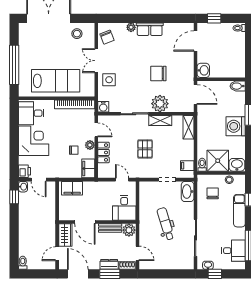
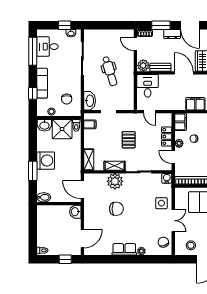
dresser: (109, 264) -> (172, 34), moved

